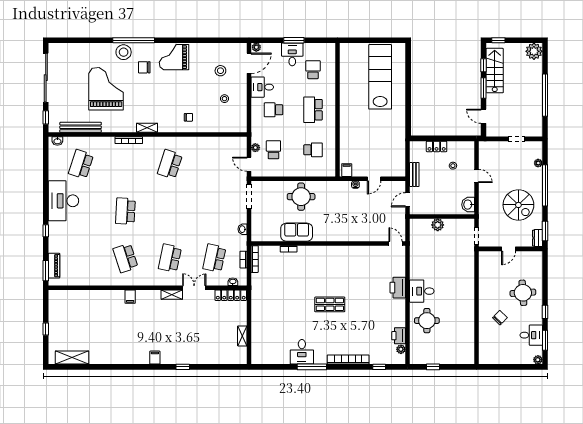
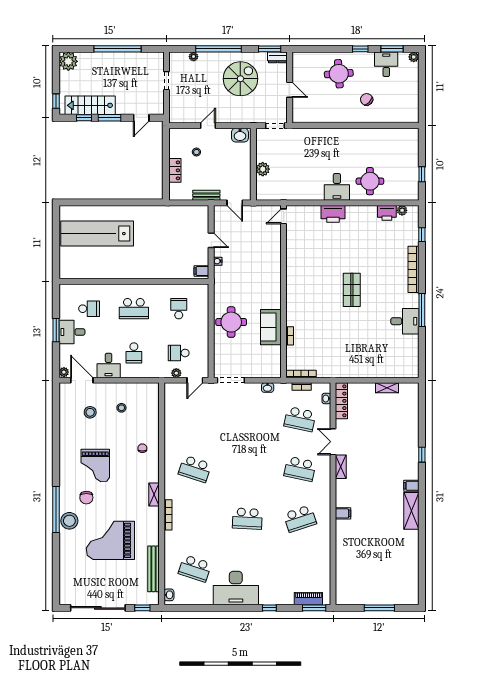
grand piano: (174, 57) -> (95, 466), moved
school desk: (313, 70) -> (89, 309), turned 180
window: (46, 329) -> (379, 608), width x2.17
shelving: (72, 358) -> (411, 511), moved

